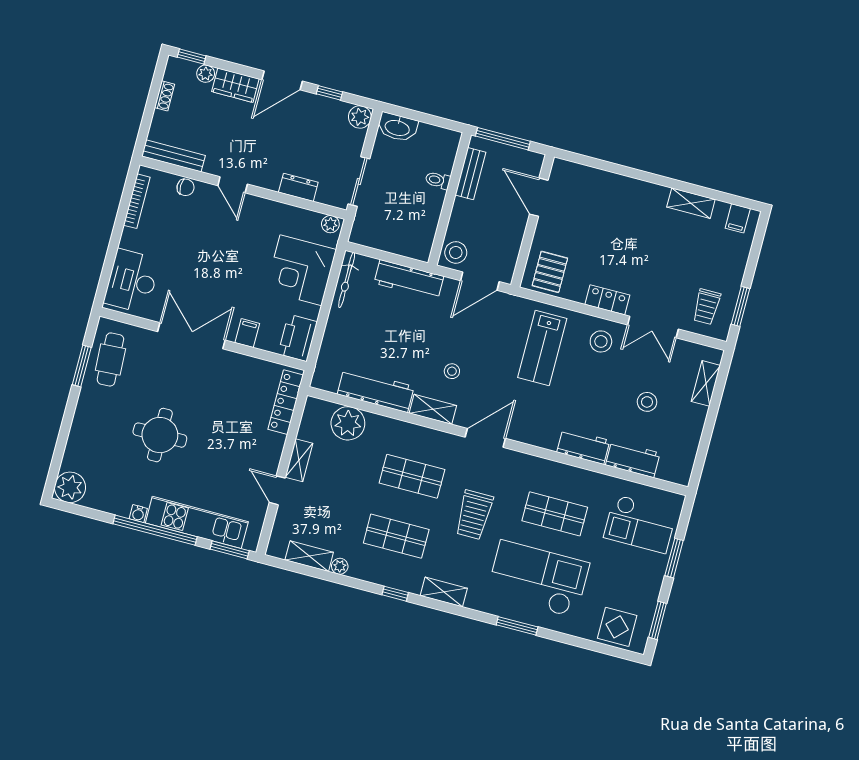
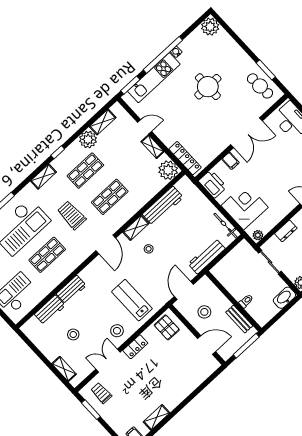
stool: (456, 252) -> (204, 312), moved
plant: (348, 423) -> (168, 170), moved
plant: (340, 566) -> (88, 140), width x1.88, depth x1.88

